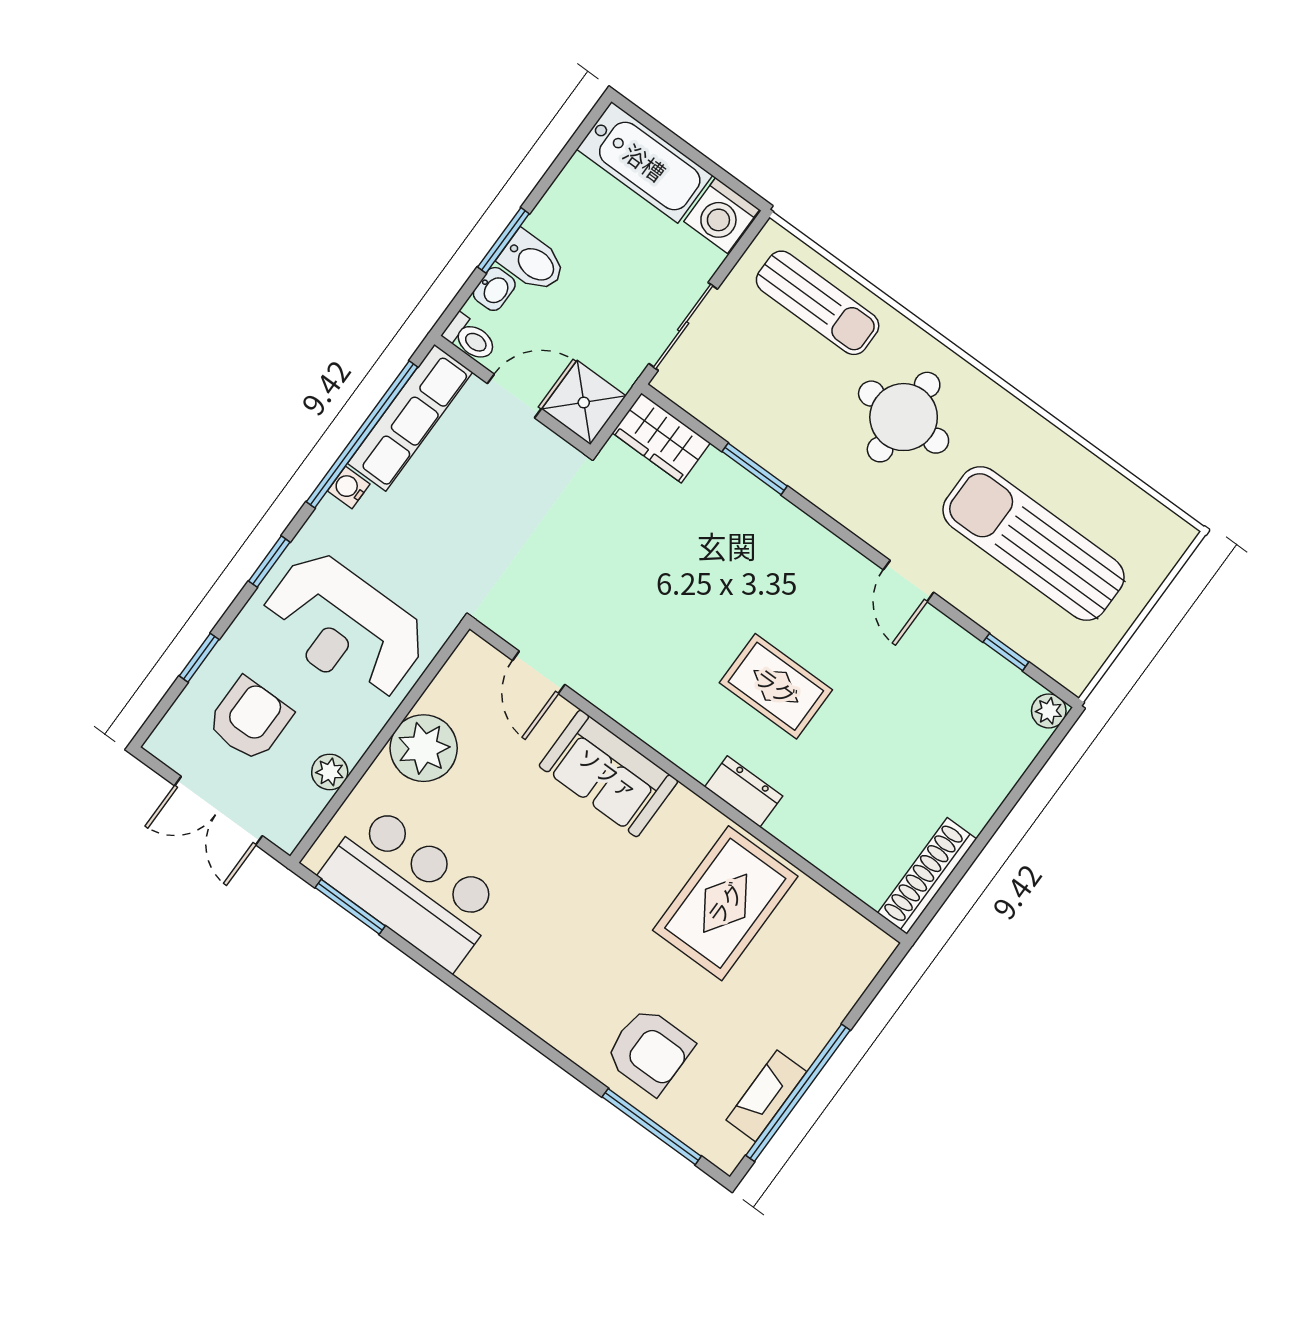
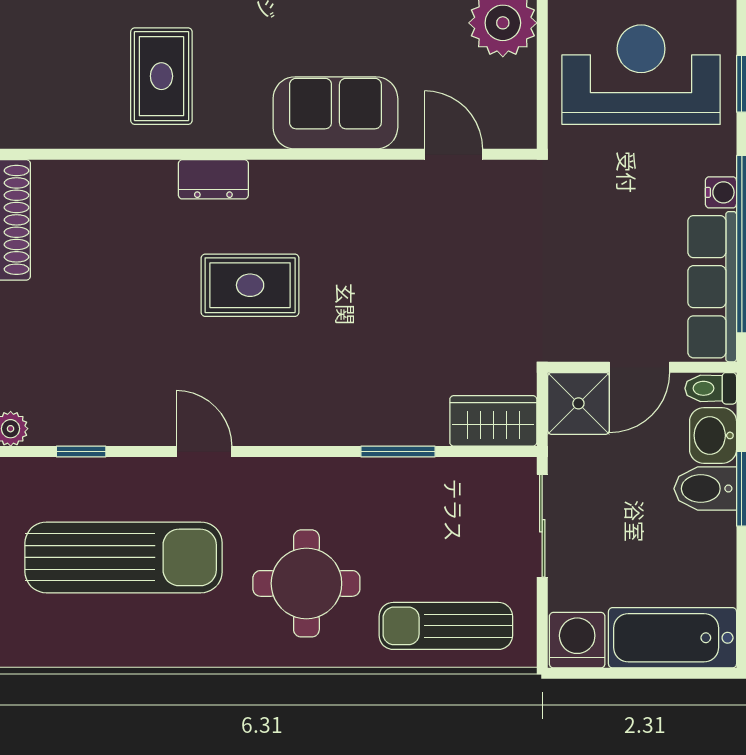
washbasin: (494, 289) -> (713, 435), width x1.38, depth x1.45
rug: (725, 903) -> (161, 76), width x0.73, depth x0.70

